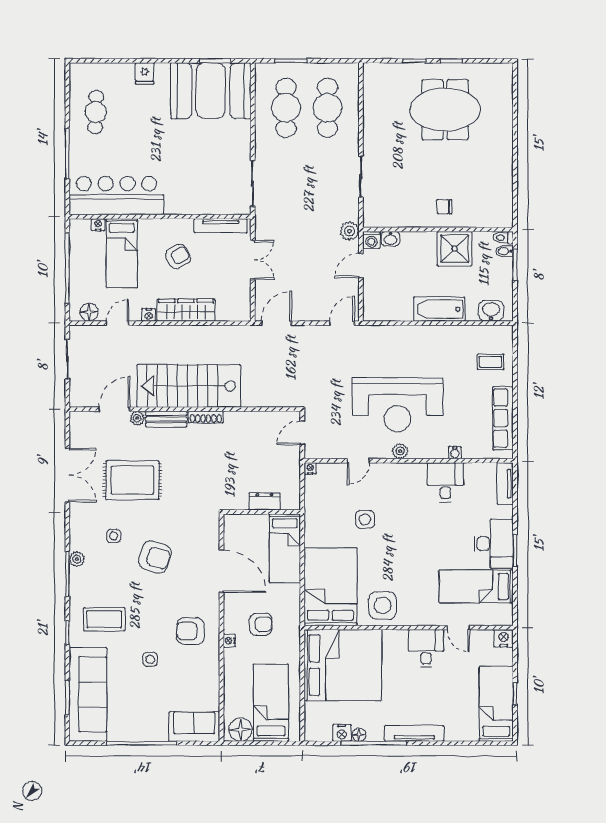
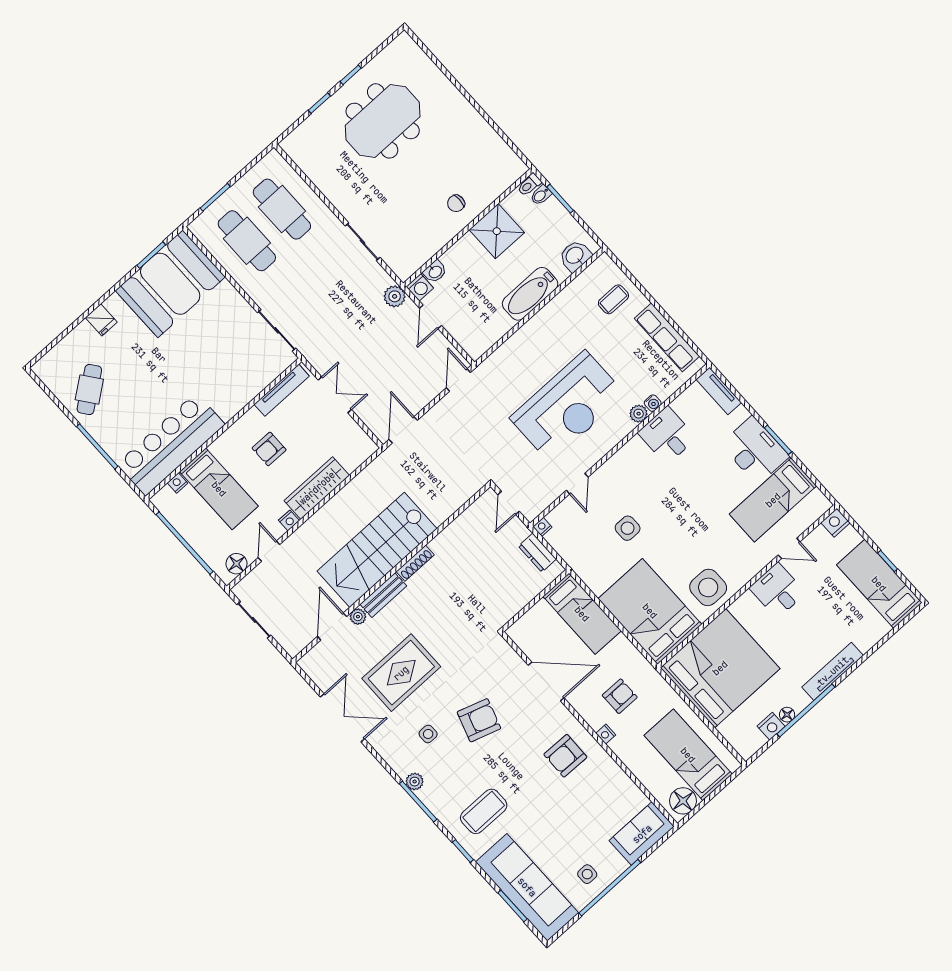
cafe table: (96, 112) -> (89, 389), turned 51
armchair: (178, 257) -> (269, 449), turned -151
plant: (400, 451) -> (639, 414), moved
dresser: (265, 501) -> (537, 553), moved, turned -90
side table: (150, 659) -> (587, 874), moved

